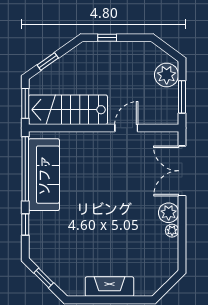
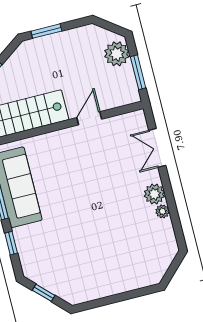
window: (107, 38) -> (46, 31), width x1.50
double door: (182, 171) -> (157, 148), width x0.73
fireplace: (109, 287) -> (113, 285), removed

